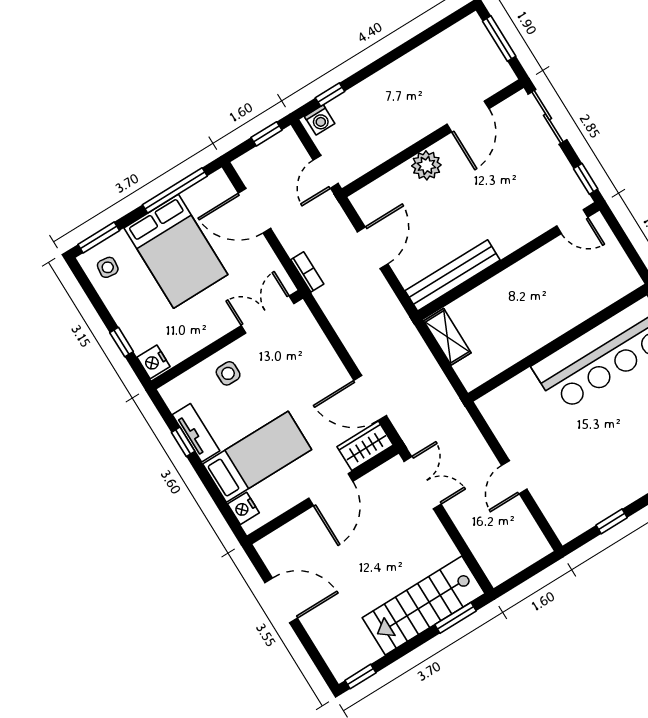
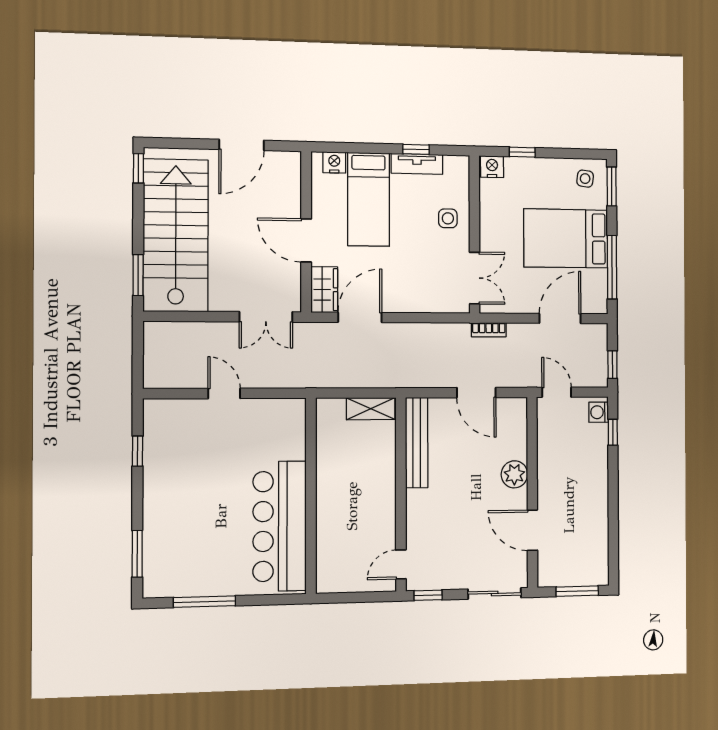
stairs: (424, 606) -> (176, 235), width x1.36, depth x1.51

